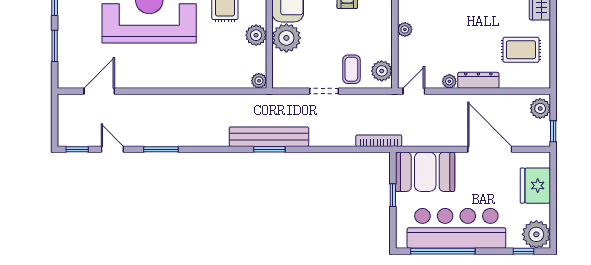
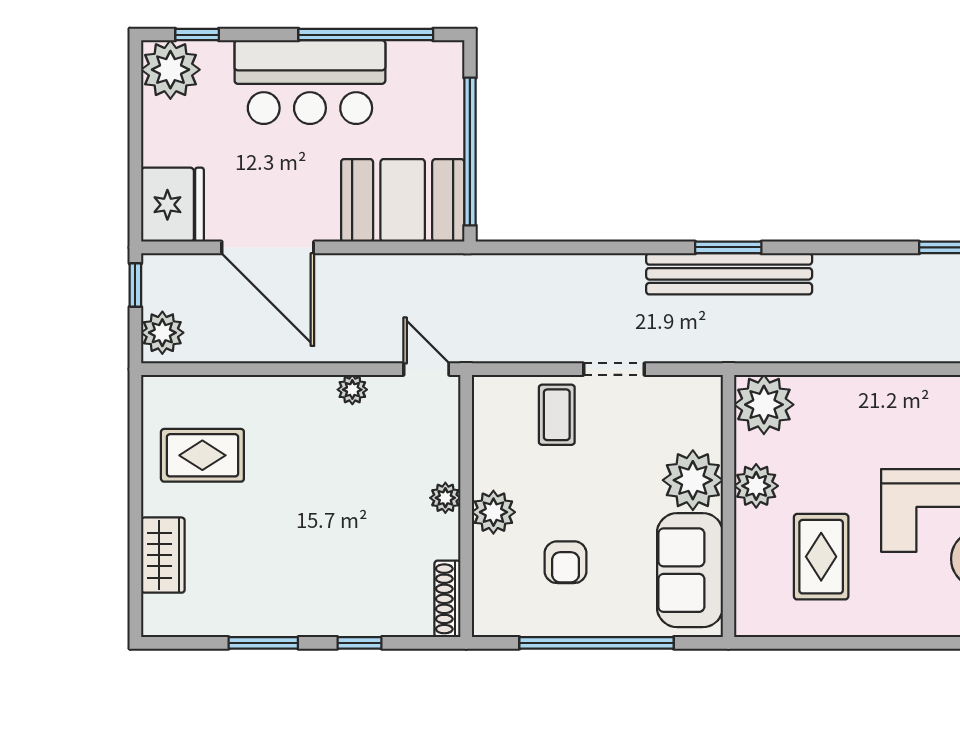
plant: (382, 71) -> (493, 512), moved
dresser: (478, 80) -> (292, 392), removed
plant: (259, 81) -> (764, 405), width x1.87, depth x1.87
door: (414, 91) -> (426, 369), swing flipped
bookcase: (379, 141) -> (500, 265), removed
fridge: (535, 186) -> (172, 205), moved
window: (393, 195) -> (470, 152), width x3.17
bar counter: (456, 228) -> (310, 82), width x0.73

